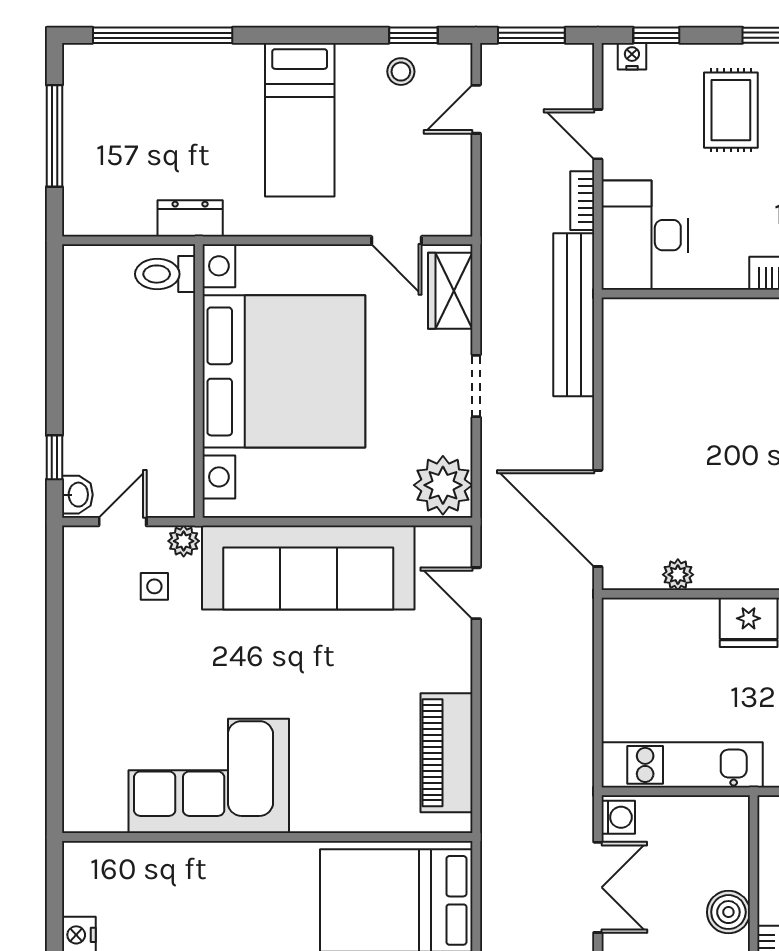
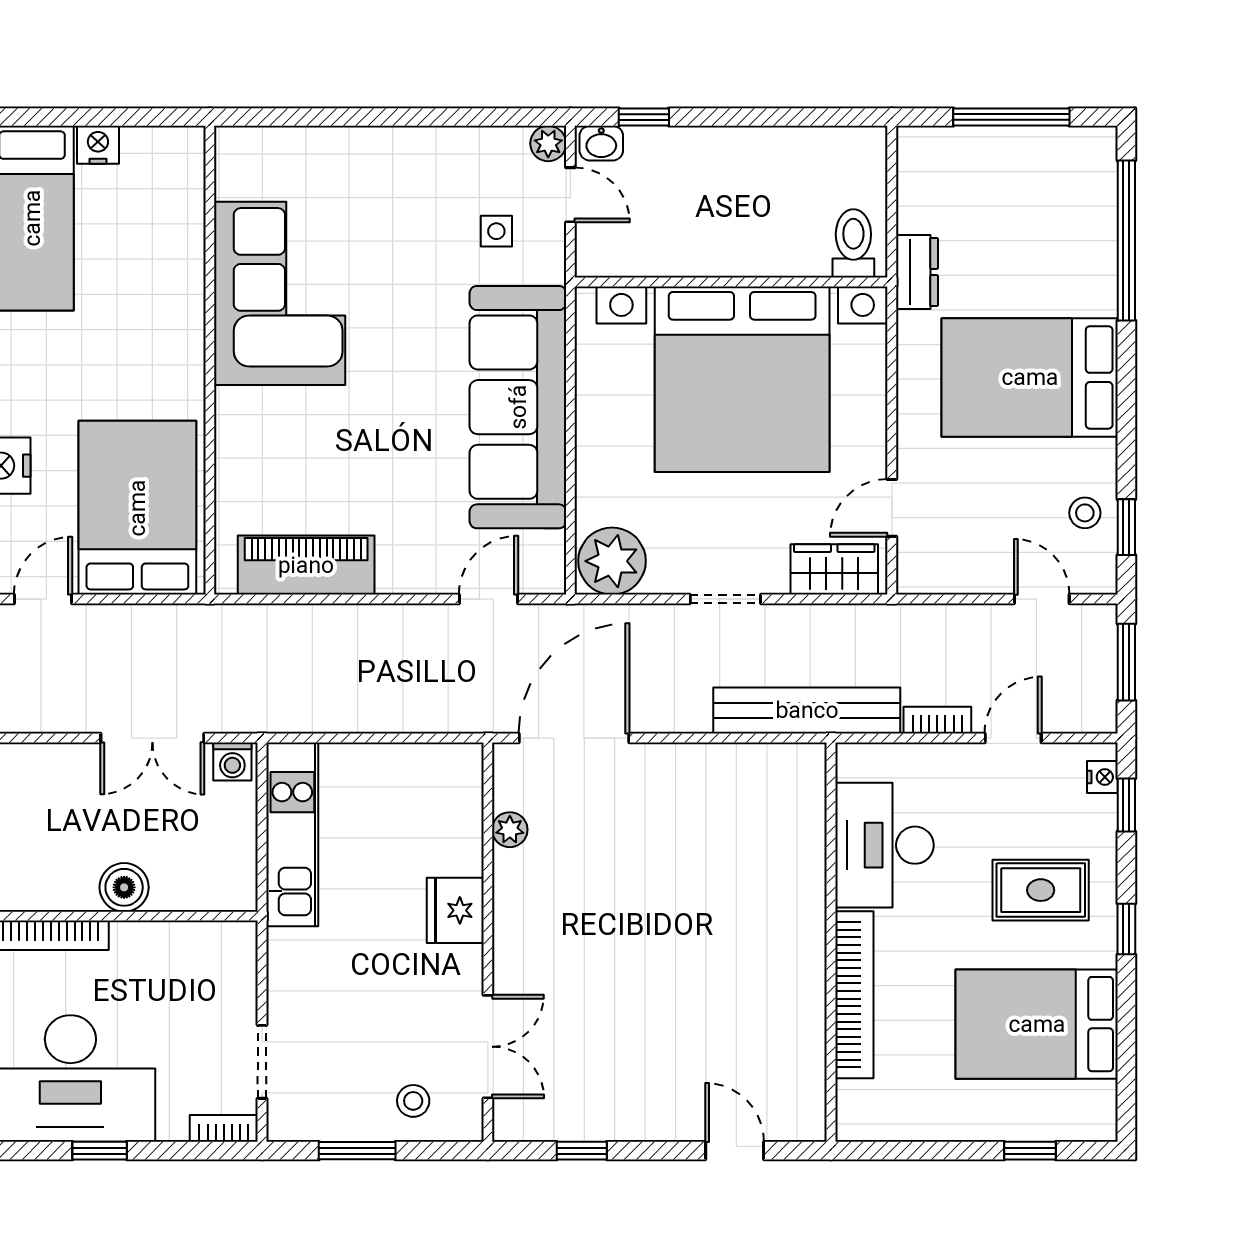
bed: (300, 120) -> (1030, 377), width x1.50
desk: (645, 235) -> (884, 845), moved, turned -90
plant: (184, 541) -> (548, 143), moved

